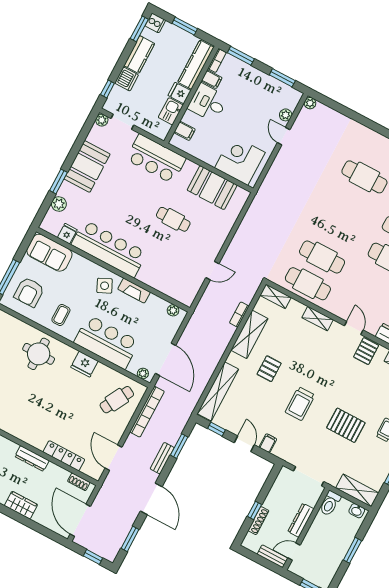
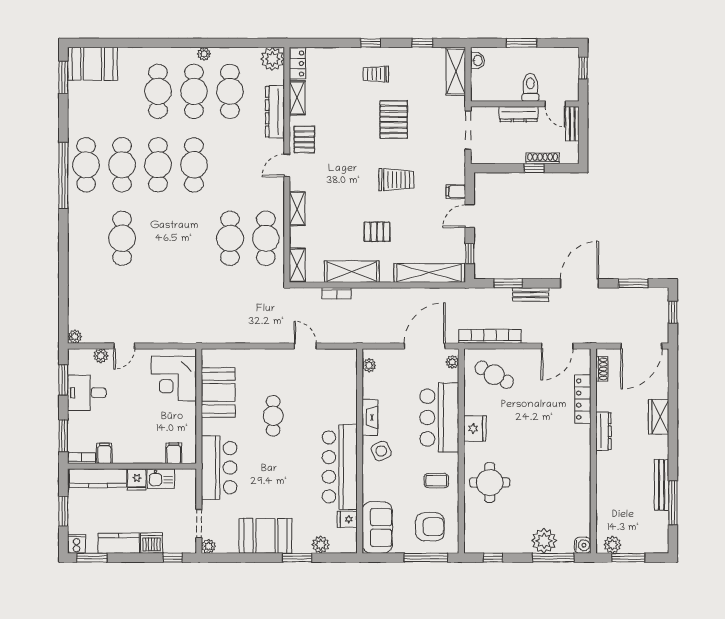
desk: (208, 103) -> (87, 393), moved, turned 90
pallet: (366, 351) -> (304, 139), turned 90
toilet: (330, 503) -> (530, 87), moved, turned -90

